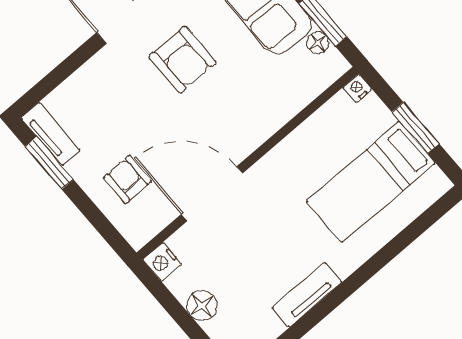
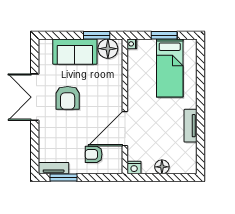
floor lamp: (318, 43) -> (108, 49), width x1.89, depth x1.89
armchair: (182, 60) -> (68, 98), turned 90

